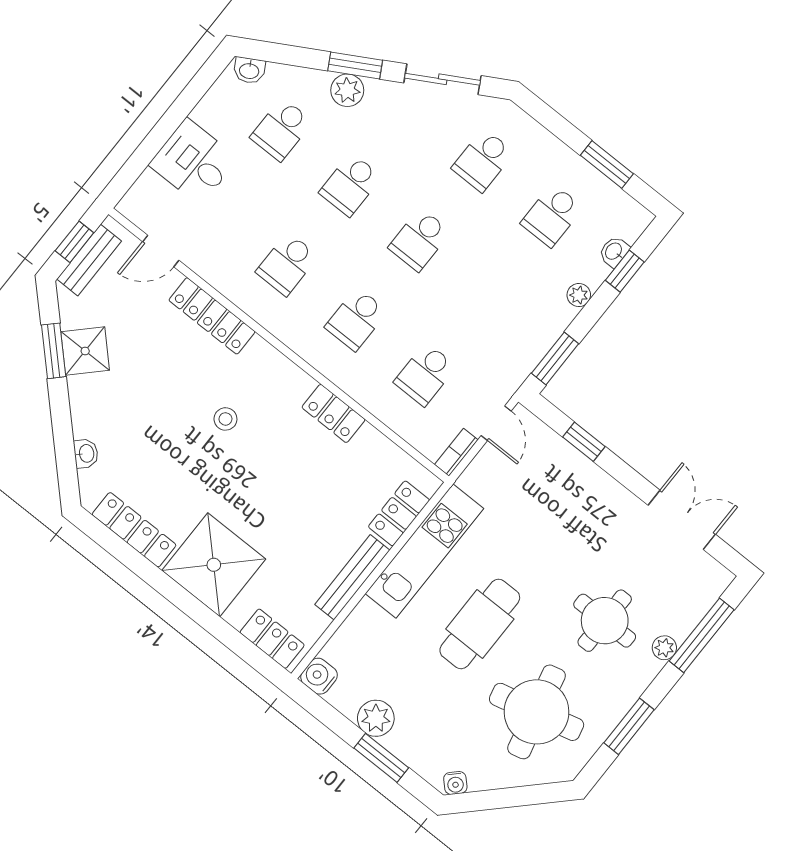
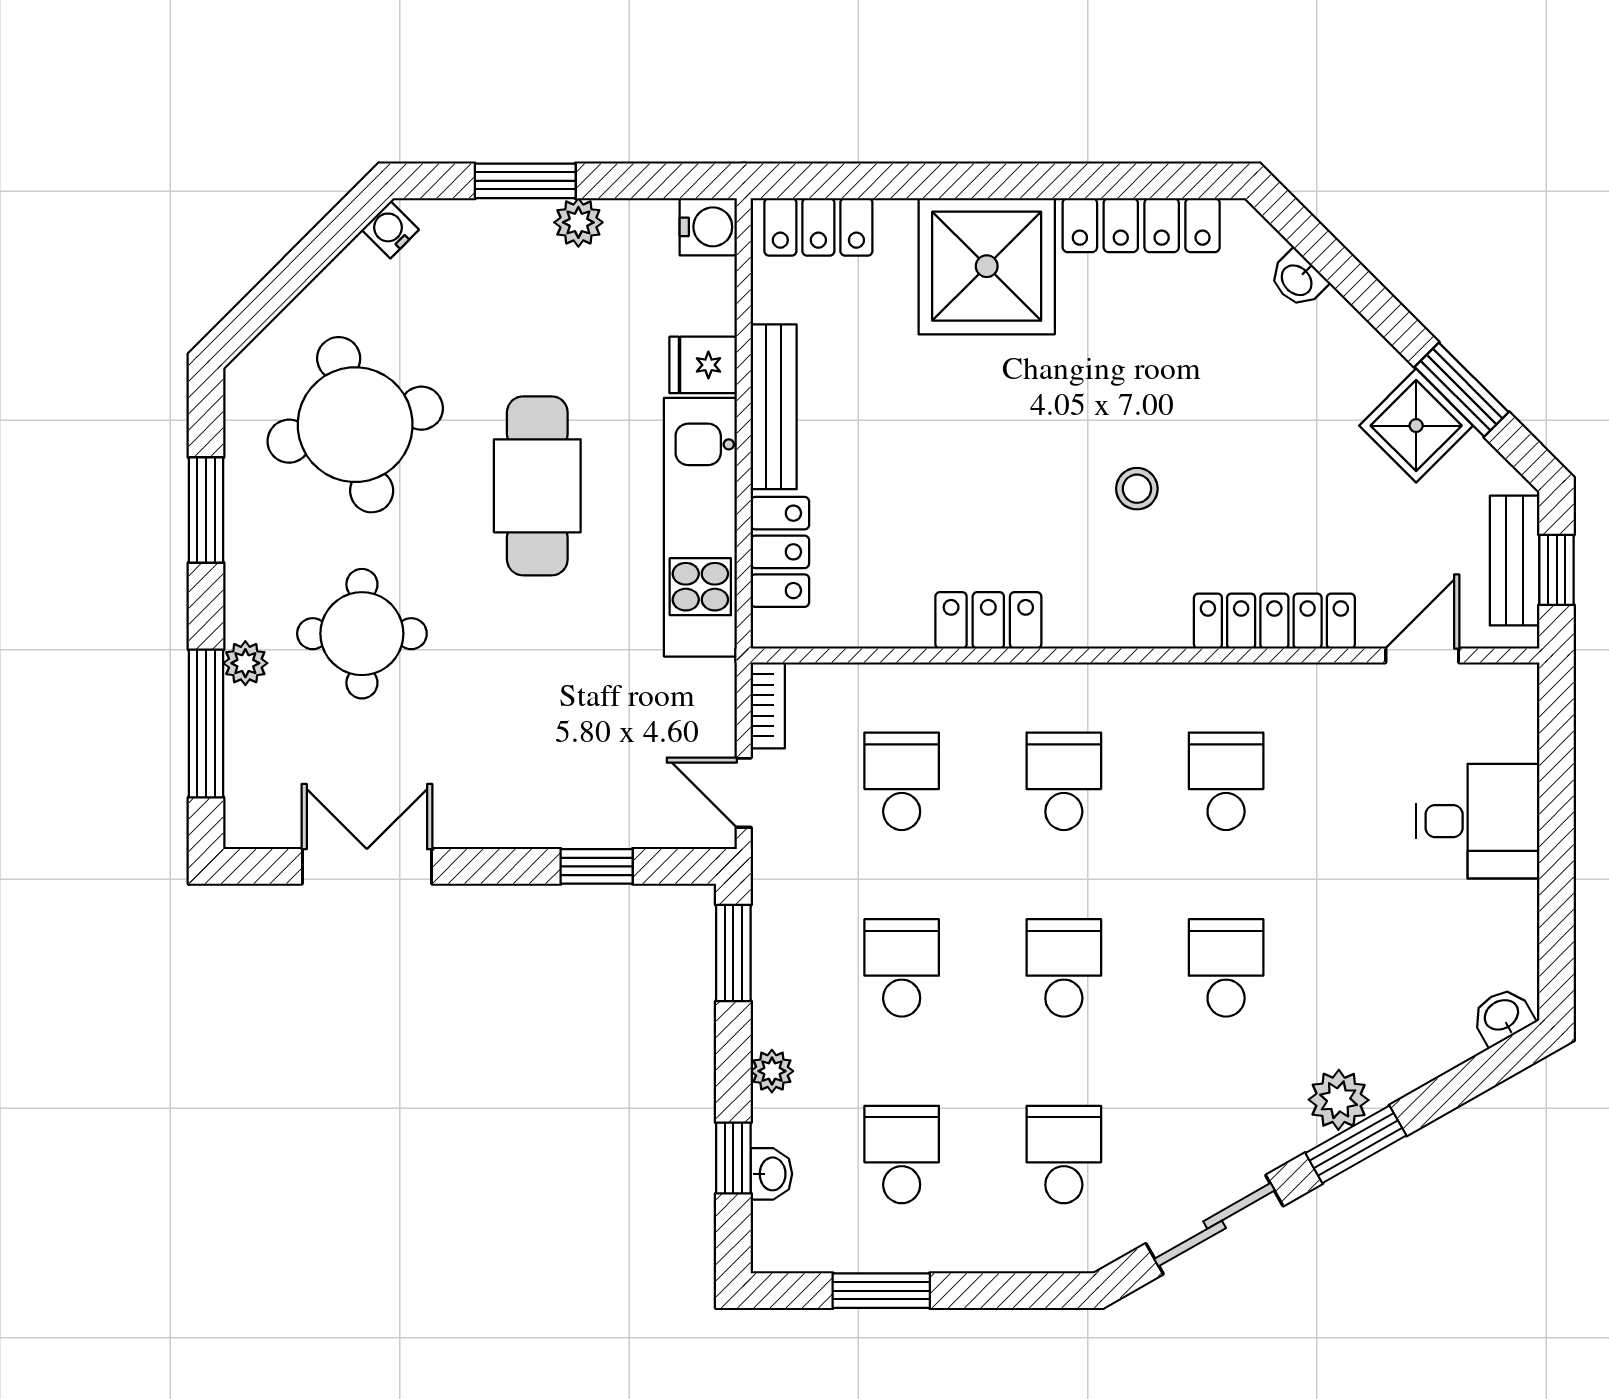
school desk: (281, 130) -> (902, 968), moved
double door: (682, 520) -> (367, 866), swing flipped
fridge: (368, 619) -> (703, 365), added
plant: (376, 718) -> (578, 222), width x0.73, depth x0.73

